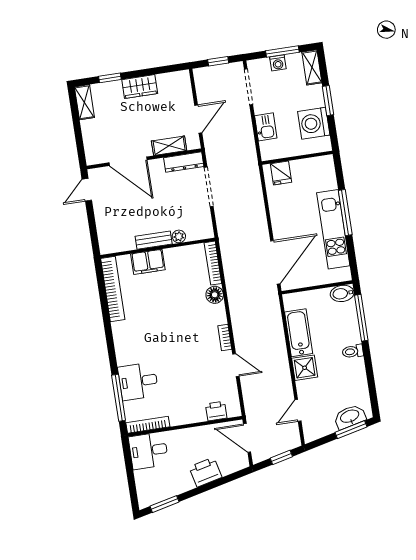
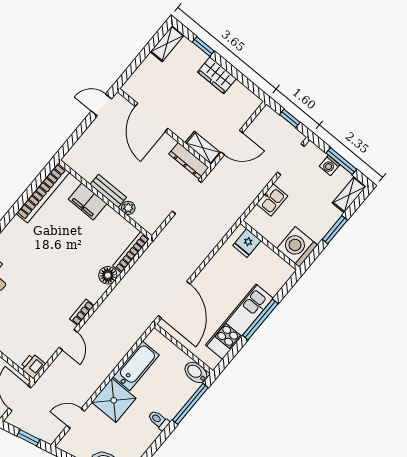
washing machine: (314, 123) -> (297, 247), moved
shelving: (169, 146) -> (203, 148), moved
door: (275, 262) -> (174, 300), hinge flipped
shower: (305, 368) -> (114, 400), width x1.36, depth x1.36
printer: (216, 411) -> (33, 366), moved, turned -90

